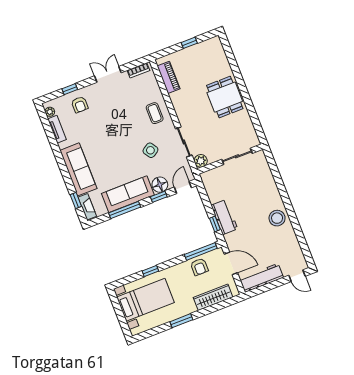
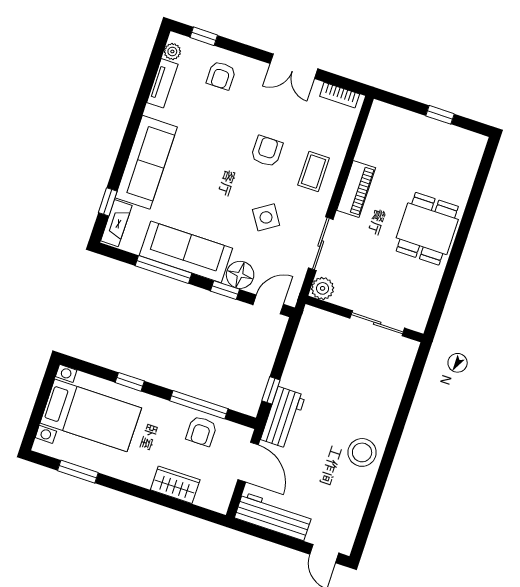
double door: (108, 74) -> (294, 66), swing flipped
piano: (169, 77) -> (356, 189), moved
window: (70, 89) -> (204, 36), moved
armchair: (127, 121) -> (267, 151), added
workbench: (224, 217) -> (283, 417), moved
window: (201, 251) -> (199, 405), moved
wardrobe: (213, 297) -> (175, 485), width x0.67
window: (181, 321) -> (78, 472), moved

